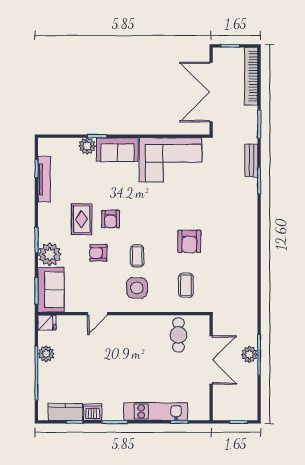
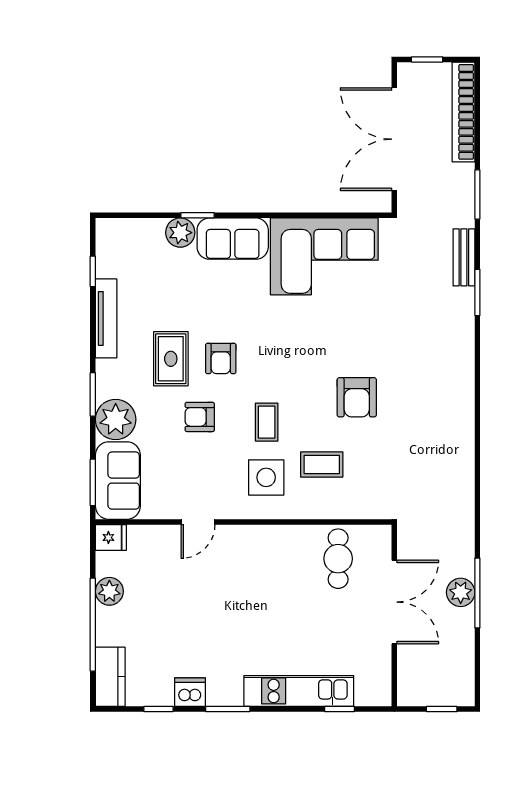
tv unit: (44, 179) -> (106, 318), moved
coffee table: (186, 285) -> (322, 464), moved, turned 90
kitchen counter: (65, 412) -> (110, 677), moved, turned 90

